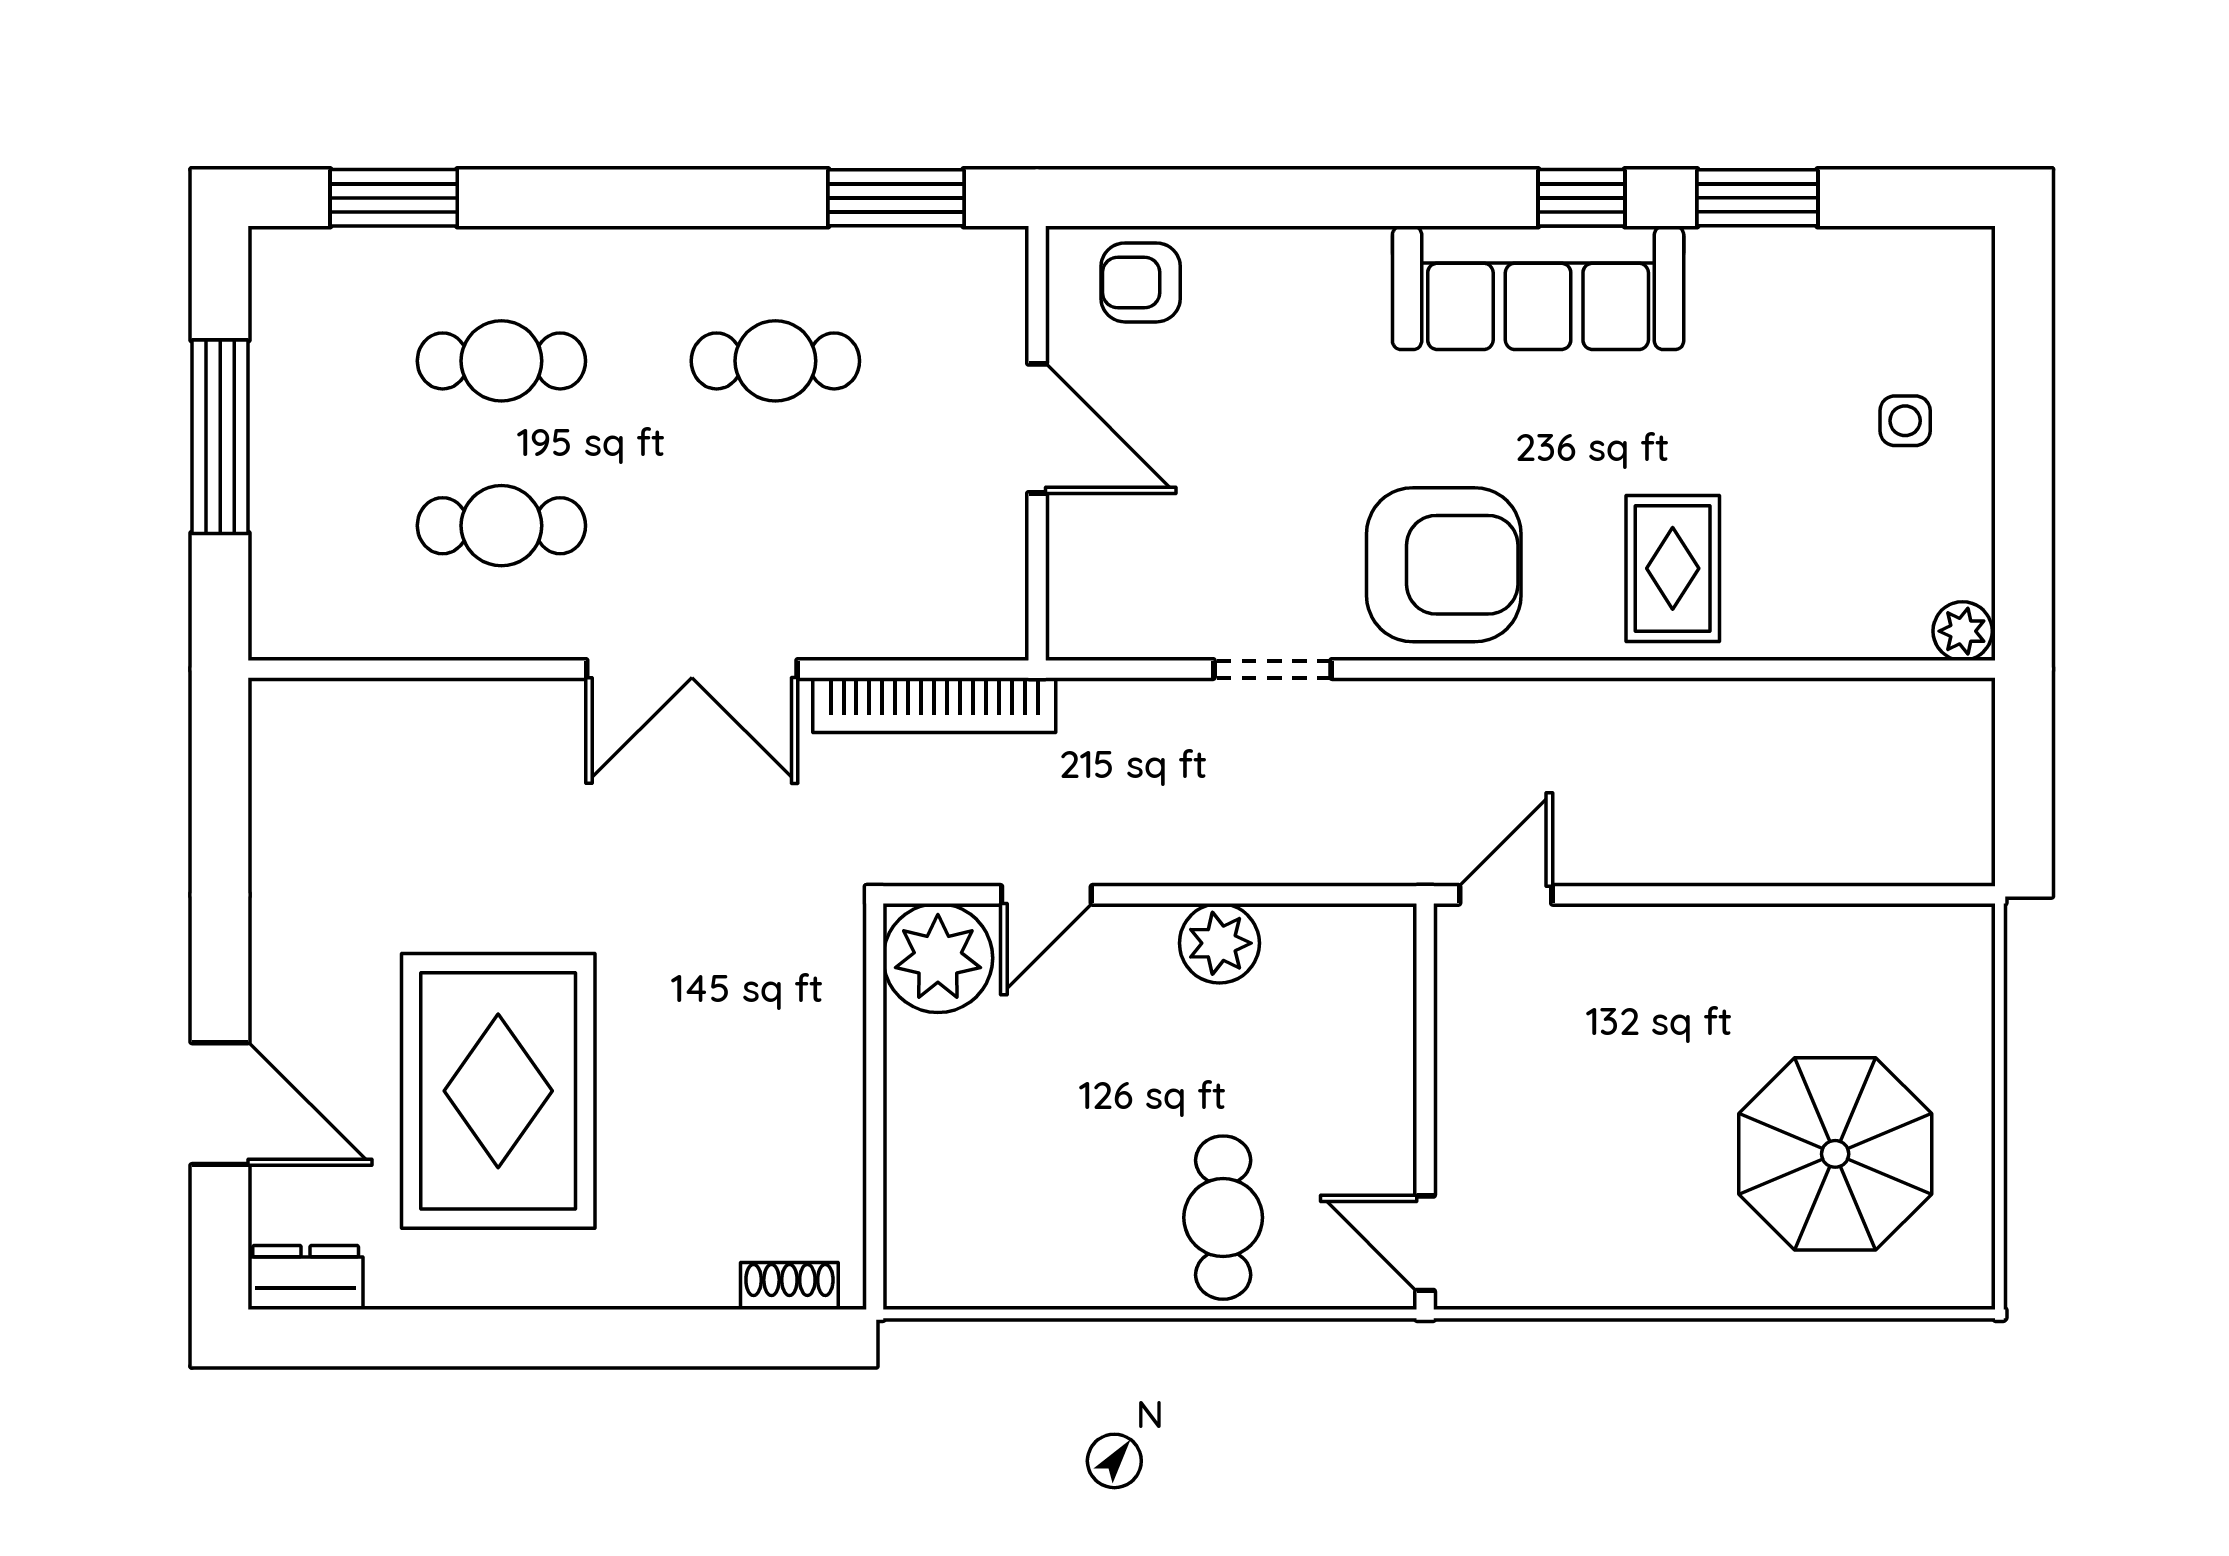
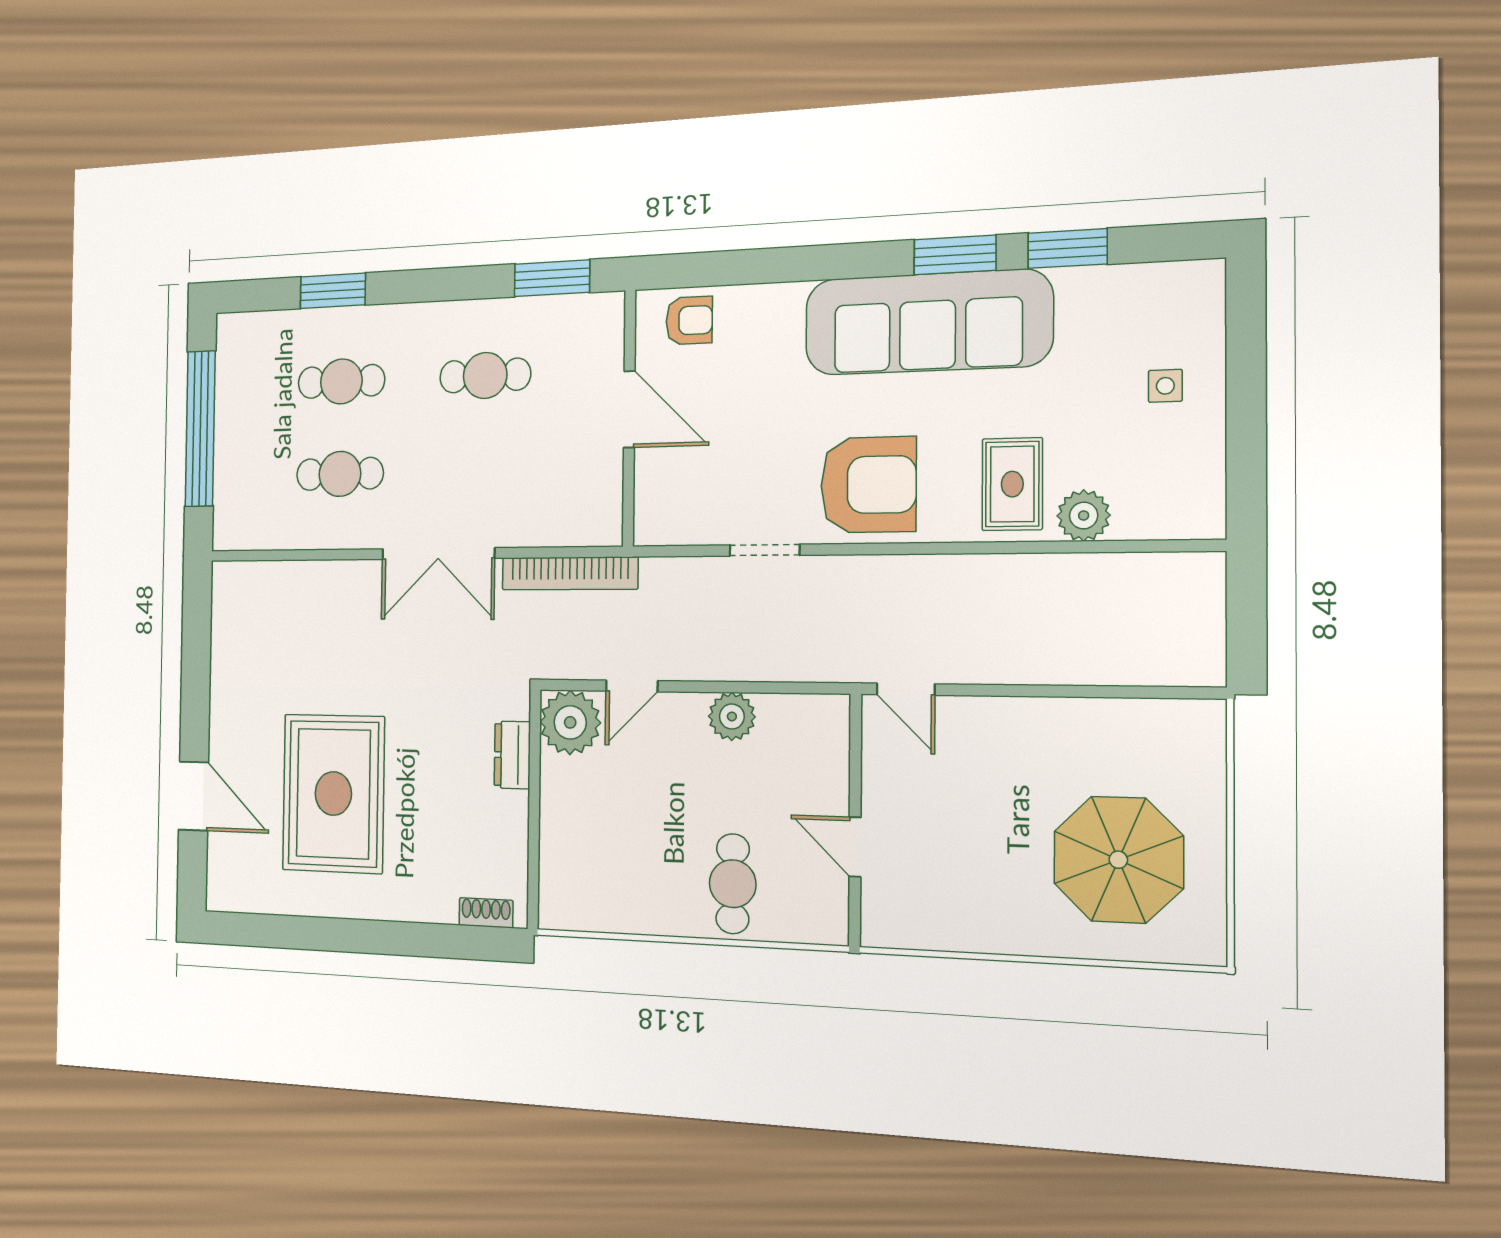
window: (394, 198) -> (333, 291), moved
window: (1581, 198) -> (955, 255), width x1.50
armchair: (1141, 282) -> (689, 320), turned 180
sofa: (1538, 288) -> (927, 322), width x1.36, depth x1.27
window: (220, 437) -> (200, 429), width x1.46
plant: (1963, 631) -> (1084, 516), moved, width x1.38, depth x1.38
door: (1506, 895) -> (906, 689), swing flipped
door: (1425, 1243) -> (855, 847), moved
dresser: (306, 1277) -> (512, 755), moved, turned -90

